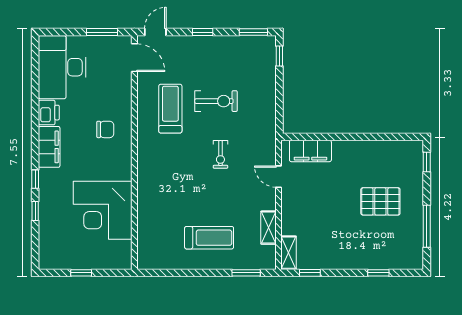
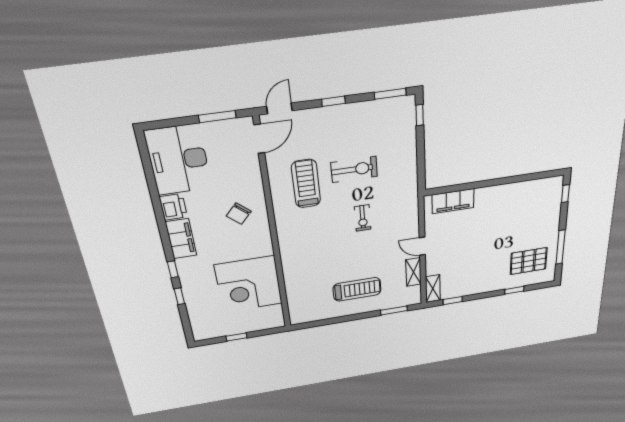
door: (134, 58) -> (259, 139), hinge flipped
chair: (105, 129) -> (239, 214), turned 132
door: (278, 177) -> (422, 246), moved
pallet: (380, 201) -> (529, 261), moved

